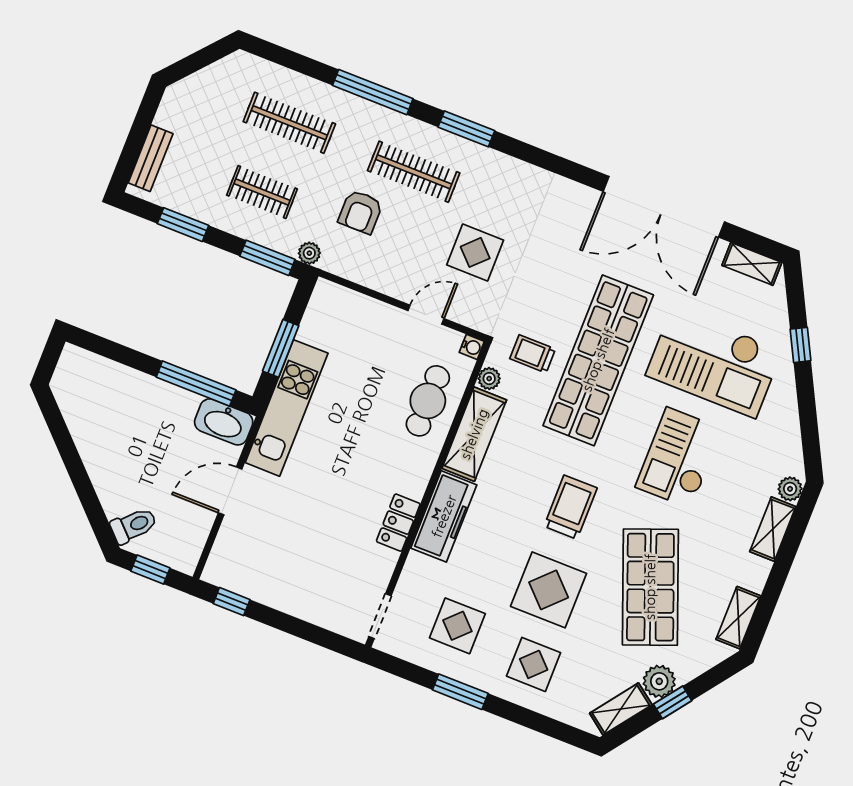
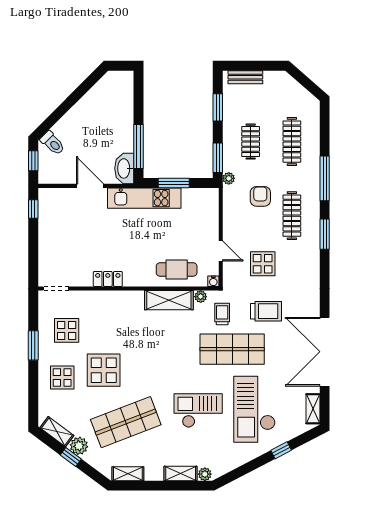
armchair: (360, 212) -> (260, 196), turned 90
shop shelf: (598, 360) -> (232, 349), width x0.71
trolley: (570, 507) -> (266, 311), moved
freezer: (444, 516) -> (120, 301), removed

